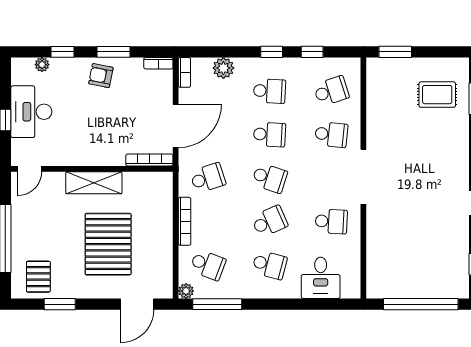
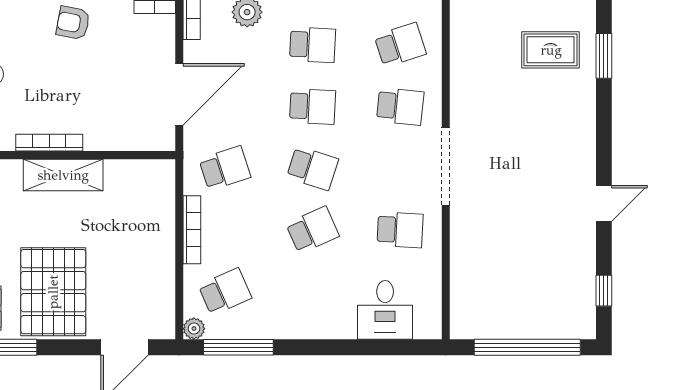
bookcase: (149, 160) -> (49, 143), moved
pallet: (108, 244) -> (53, 292), moved
school desk: (208, 265) -> (225, 292), turned -45
school desk: (270, 265) -> (313, 292), removed

